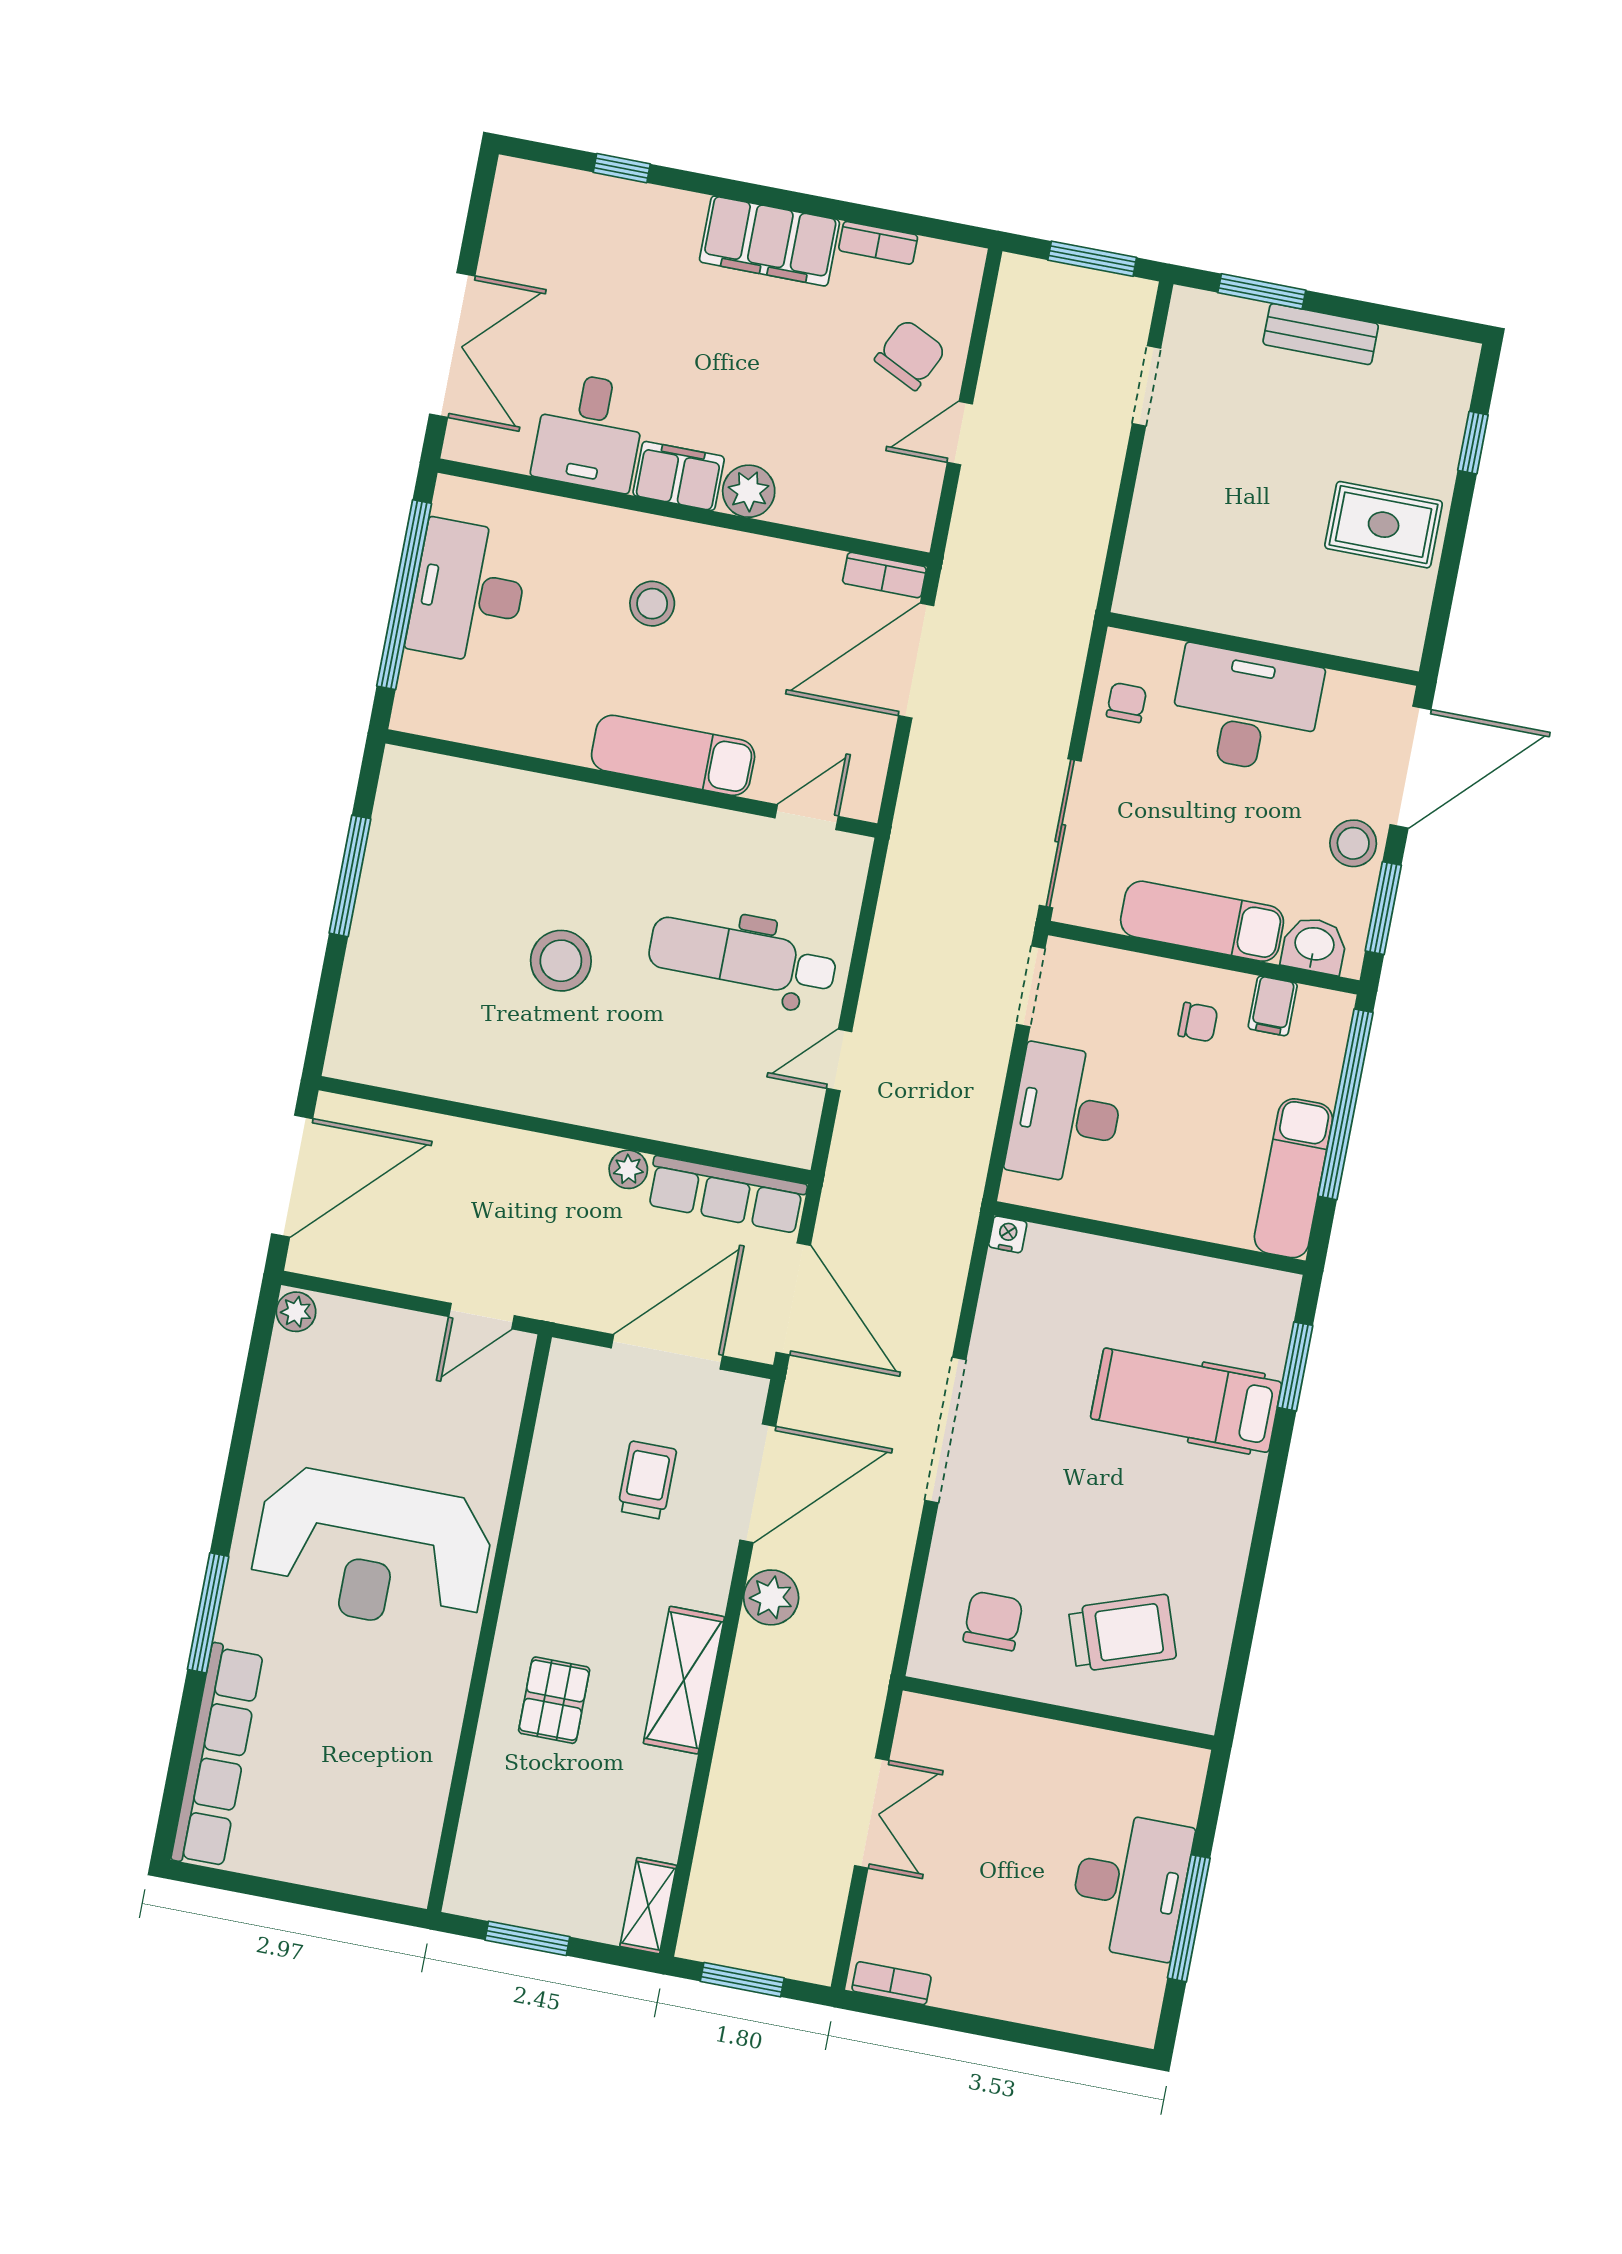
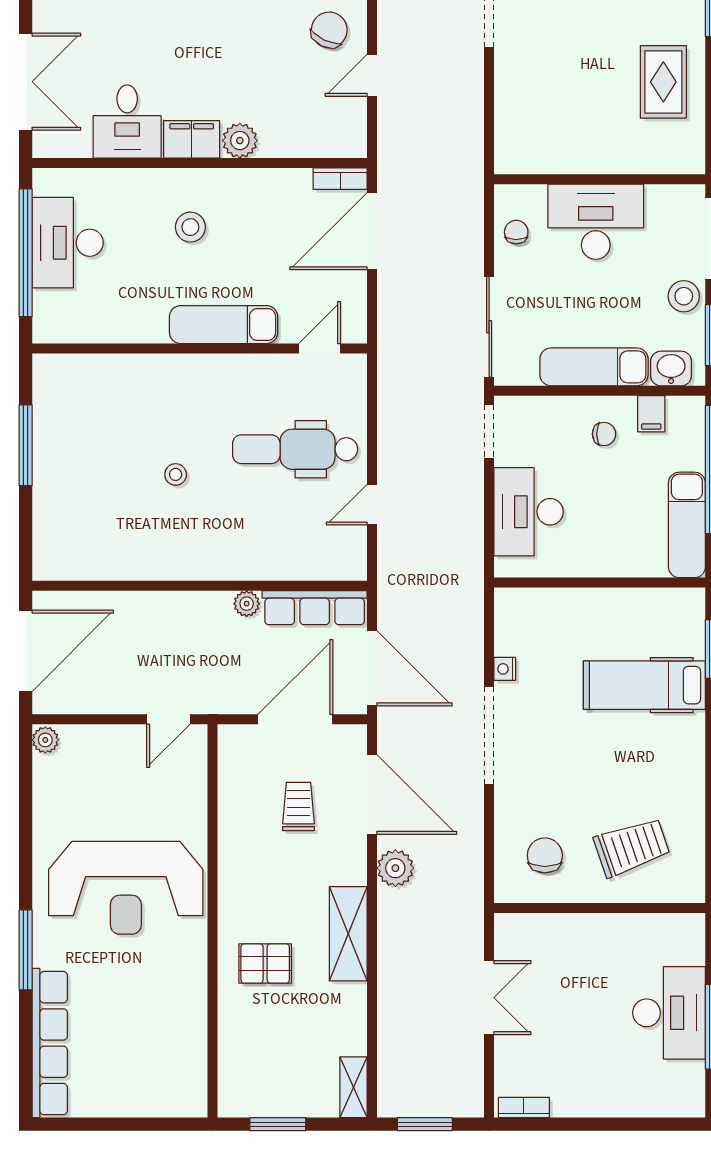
rug: (1384, 525) -> (663, 82), turned 90
stool: (561, 961) -> (176, 474), width x0.53, depth x0.53
nightstand: (1008, 1234) -> (505, 669), moved, turned -90
door: (758, 1483) -> (372, 794), hinge flipped
pallet: (554, 1700) -> (265, 964), turned 90

